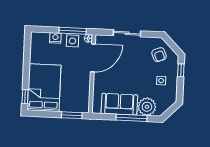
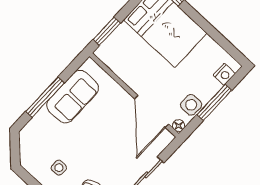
window: (73, 31) -> (214, 102), moved
nightstand: (55, 38) -> (224, 74), moved
plant: (147, 107) -> (43, 126), removed

